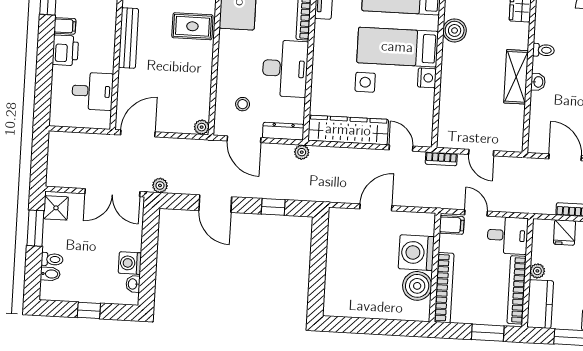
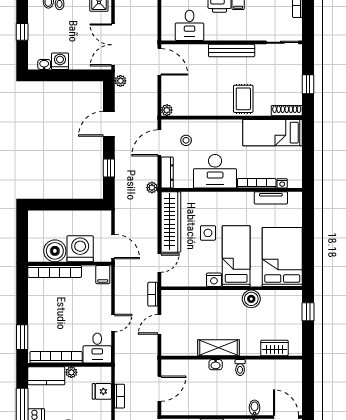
filing cabinet: (452, 225) -> (103, 275), moved
washing machine: (416, 253) -> (80, 249), moved
wall: (435, 268) -> (70, 264), moved
boiler: (417, 286) -> (55, 251), moved
bookcase: (444, 288) -> (55, 271), moved

